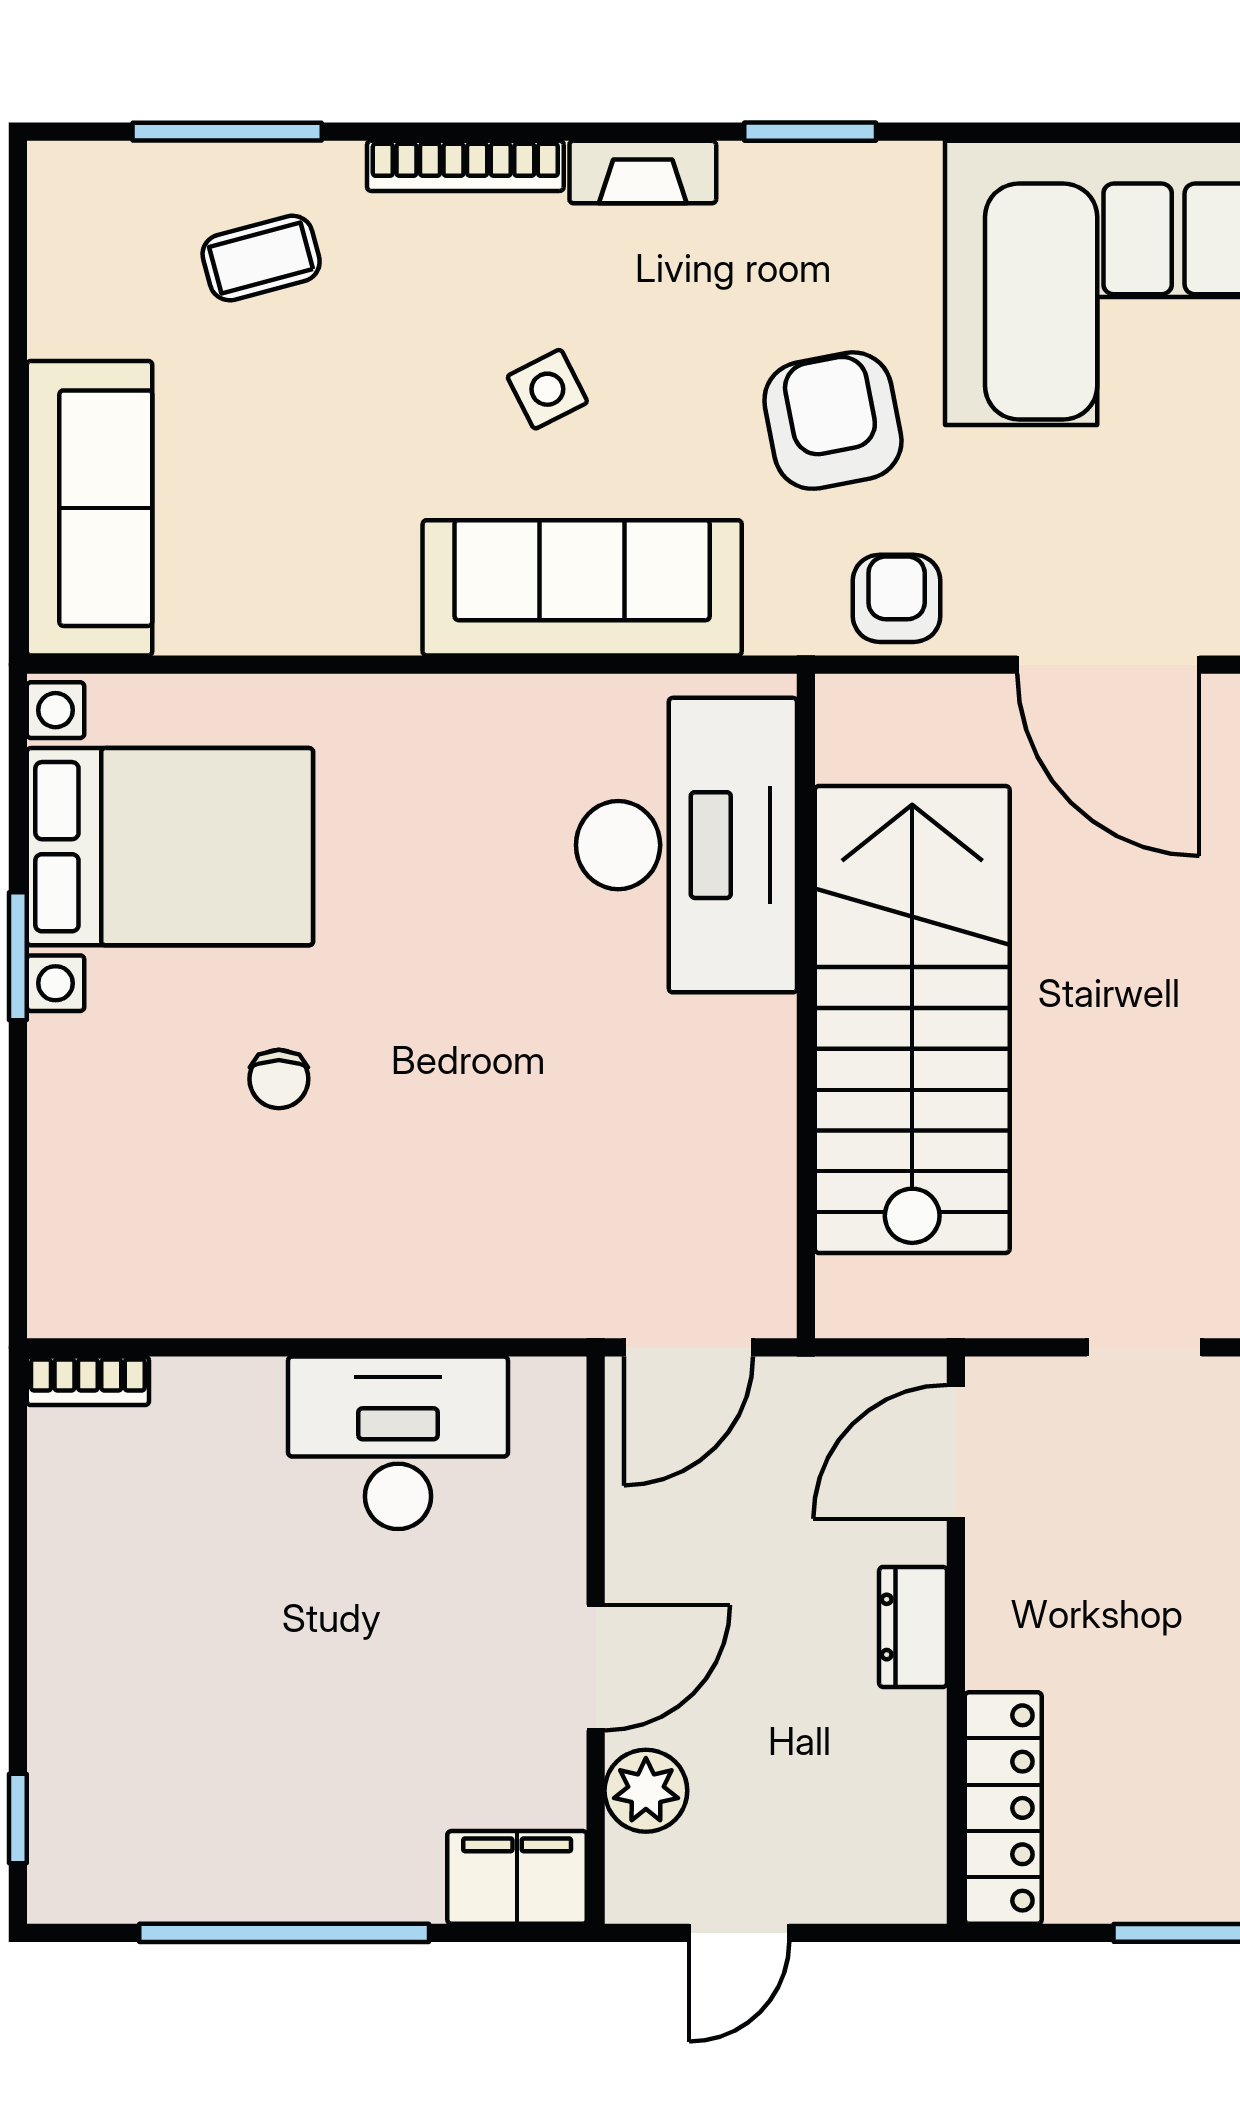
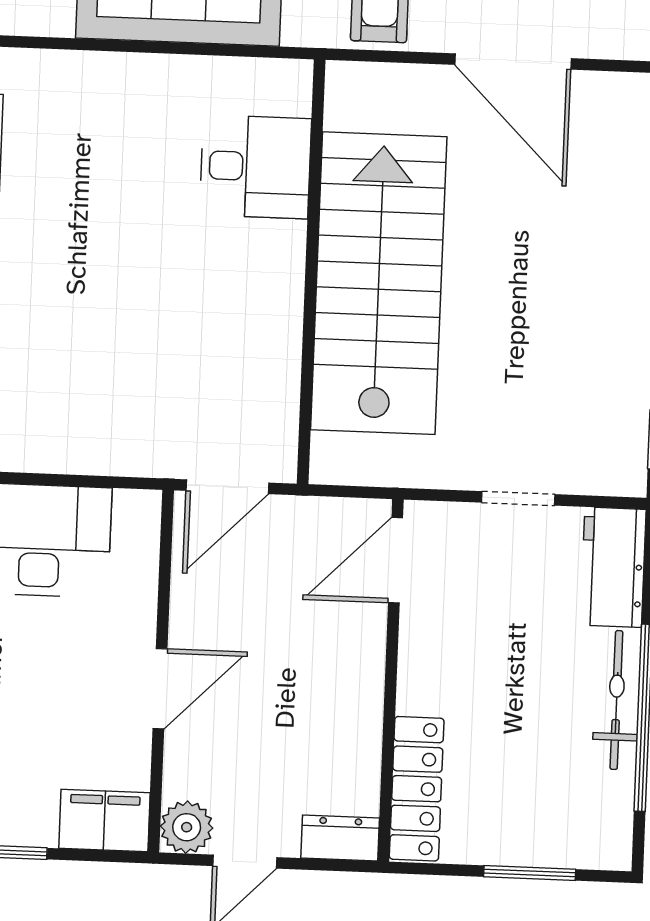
desk: (686, 845) -> (255, 167), width x0.53, depth x0.77
dresser: (913, 1627) -> (340, 838), moved, turned 90
plant: (646, 1791) -> (187, 827), moved

